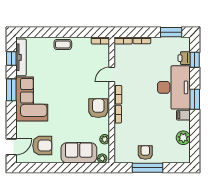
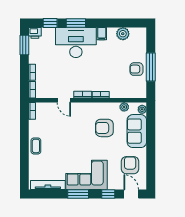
window: (11, 58) -> (108, 194), moved
printer: (184, 58) -> (35, 33), moved
window: (195, 99) -> (76, 23), moved
armchair: (98, 108) -> (104, 128), moved

